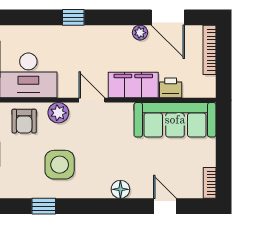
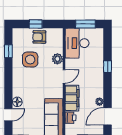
armchair: (24, 121) -> (39, 37), moved
floor lamp: (120, 189) -> (17, 102), moved

